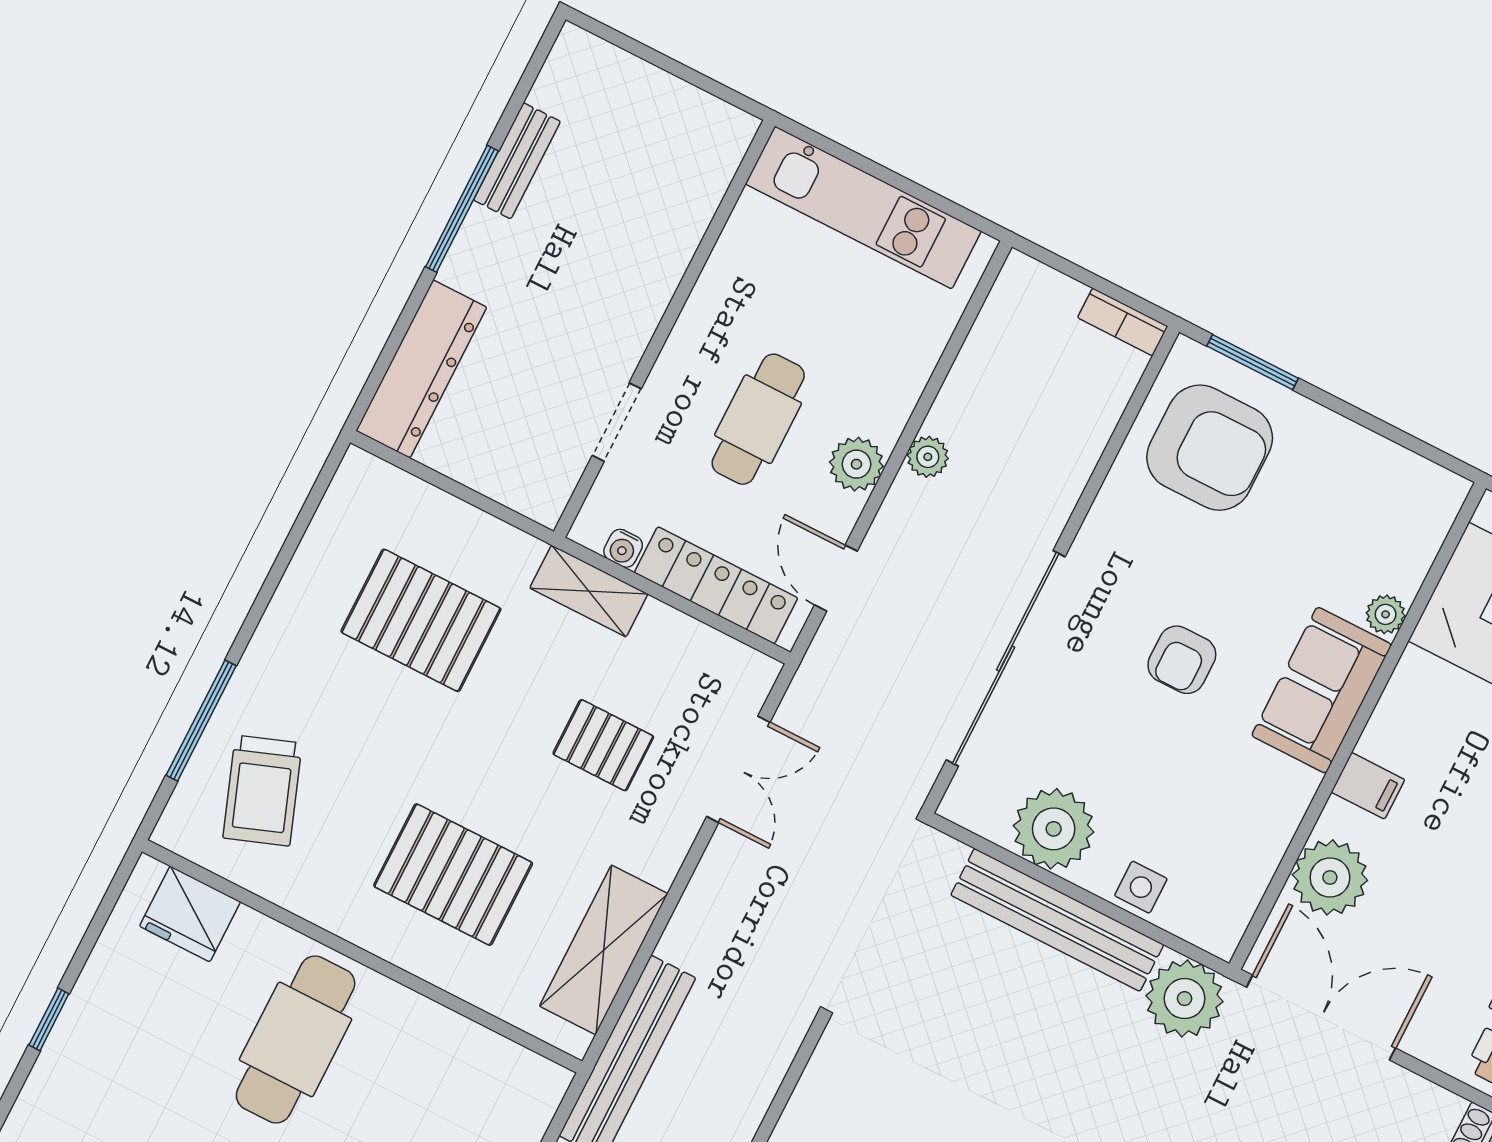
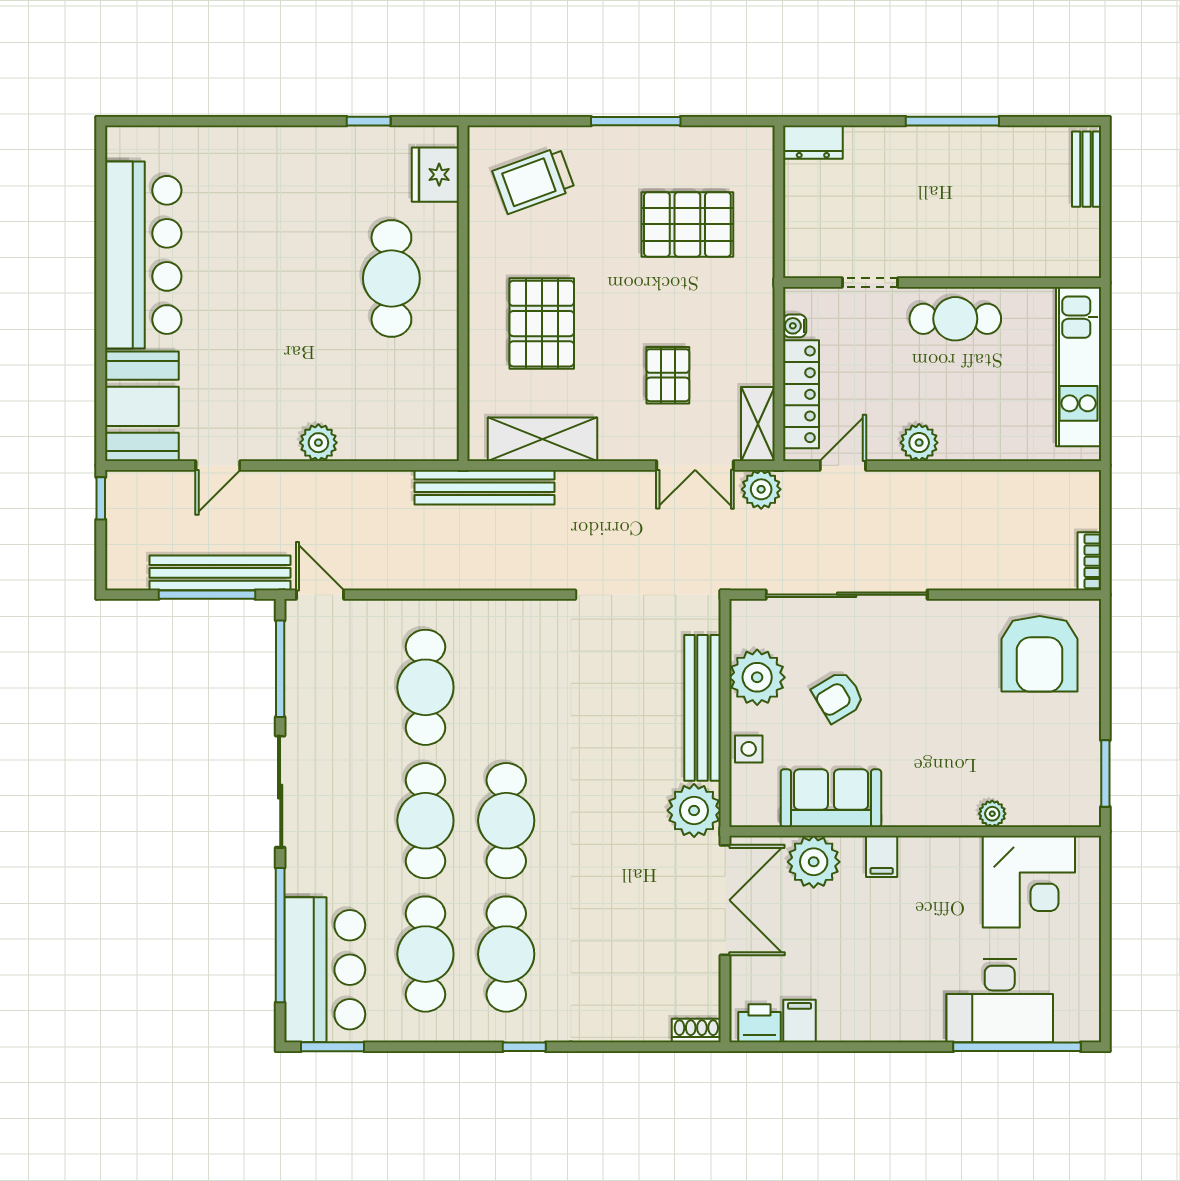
bench: (517, 161) -> (1087, 169), moved, turned 90
window: (1253, 362) -> (1105, 774), moved
dresser: (421, 369) -> (813, 142), width x0.51, depth x0.80
cafe table: (758, 419) -> (955, 319), moved
plant: (928, 457) -> (761, 489), moved, width x1.38, depth x1.38
shelving: (589, 591) -> (758, 424), moved
pallet: (421, 620) -> (687, 224), turned 90
armchair: (1182, 660) -> (838, 697), moved, turned -31
sofa: (1322, 690) -> (831, 798), moved
window: (201, 721) -> (636, 121), moved
window: (49, 1019) -> (369, 121), moved
cafe table: (296, 1039) -> (391, 278), turned 90

